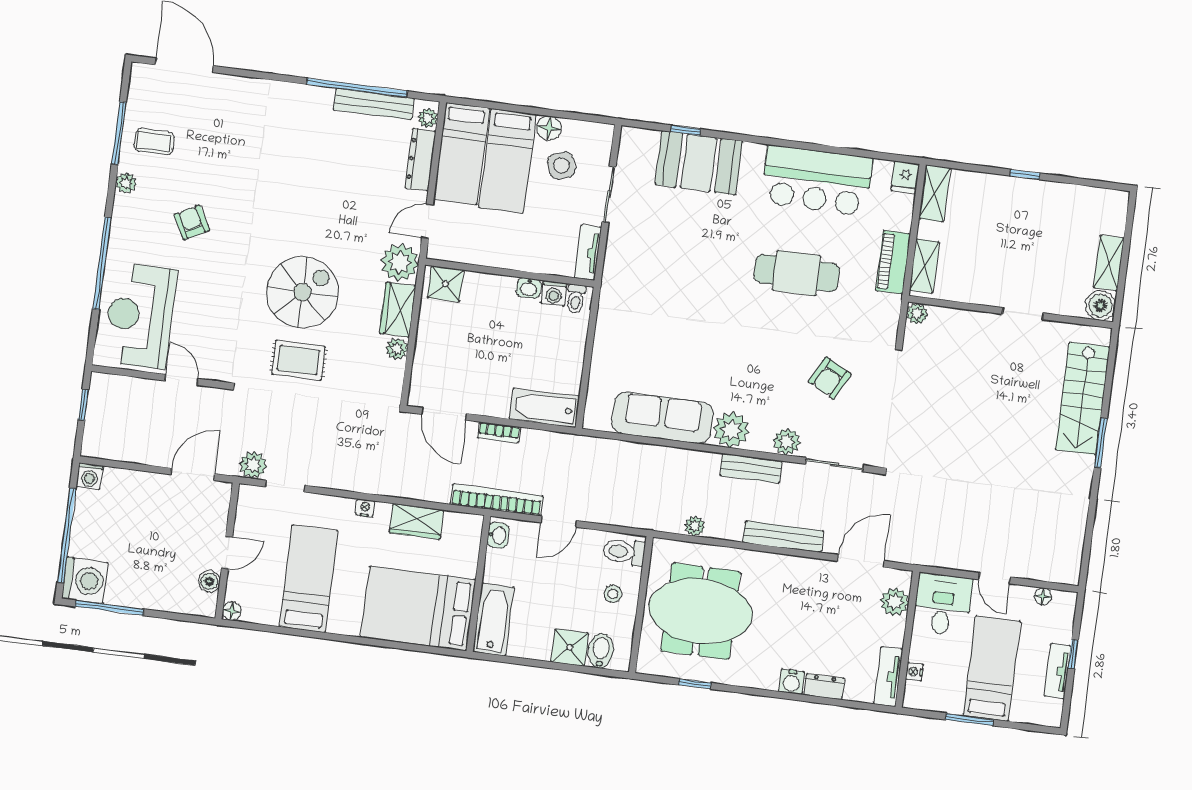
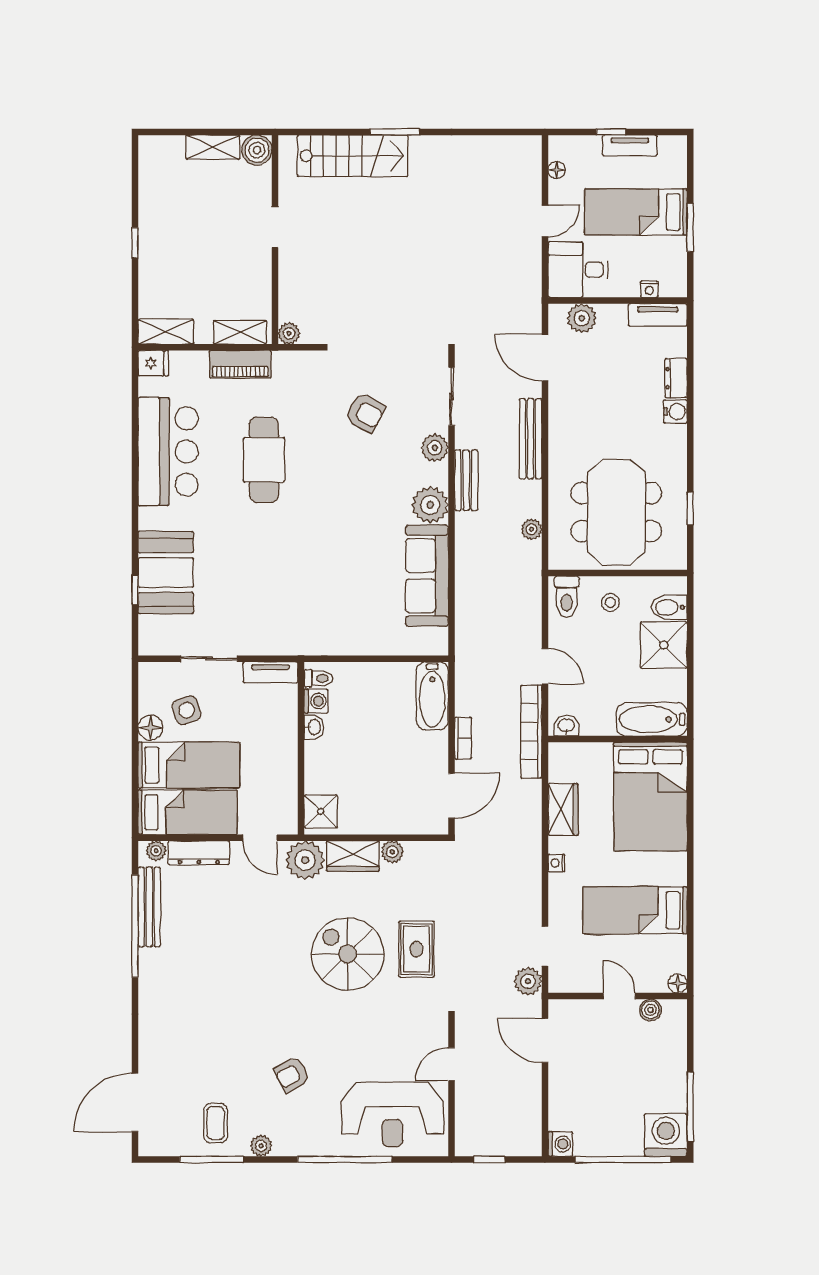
shower: (570, 648) -> (664, 645), width x1.36, depth x1.36

